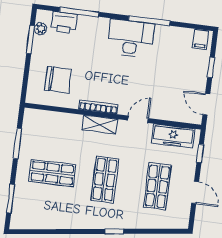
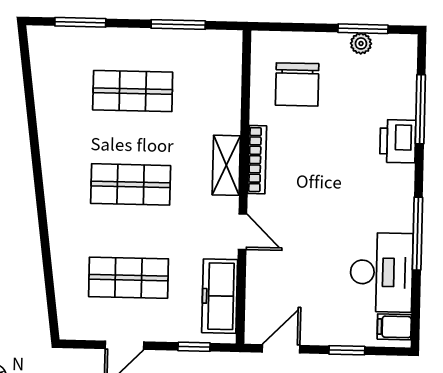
printer: (64, 22) -> (398, 141), moved
plant: (40, 29) -> (361, 43), moved
desk: (131, 38) -> (381, 272), moved
shop shelf: (52, 173) -> (133, 91), turned 90
window: (114, 231) -> (42, 210), removed

